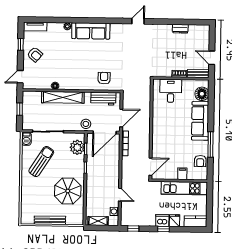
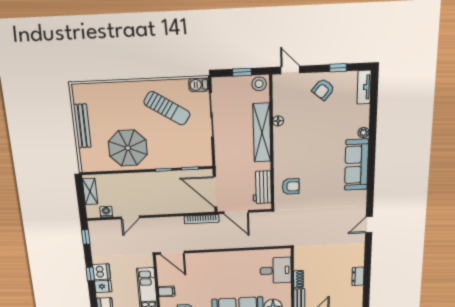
door: (138, 21) -> (369, 225), swing flipped
stool: (86, 124) -> (259, 84), moved
plant: (77, 147) -> (191, 157), removed

